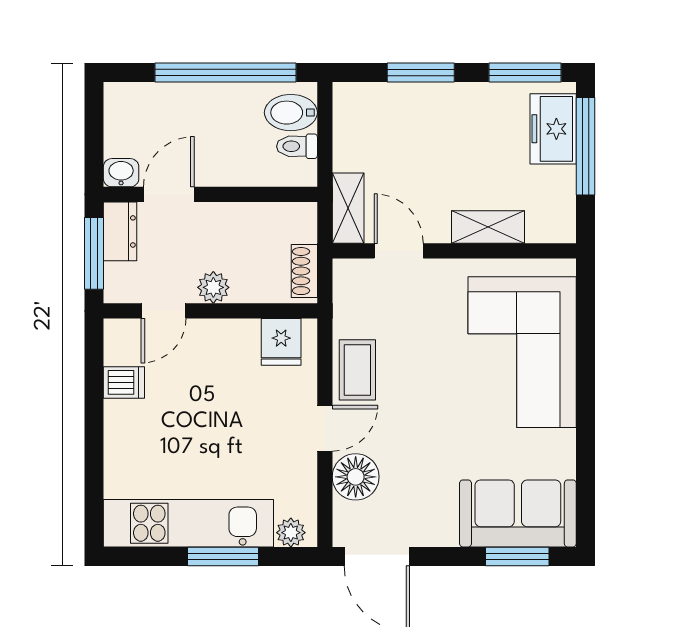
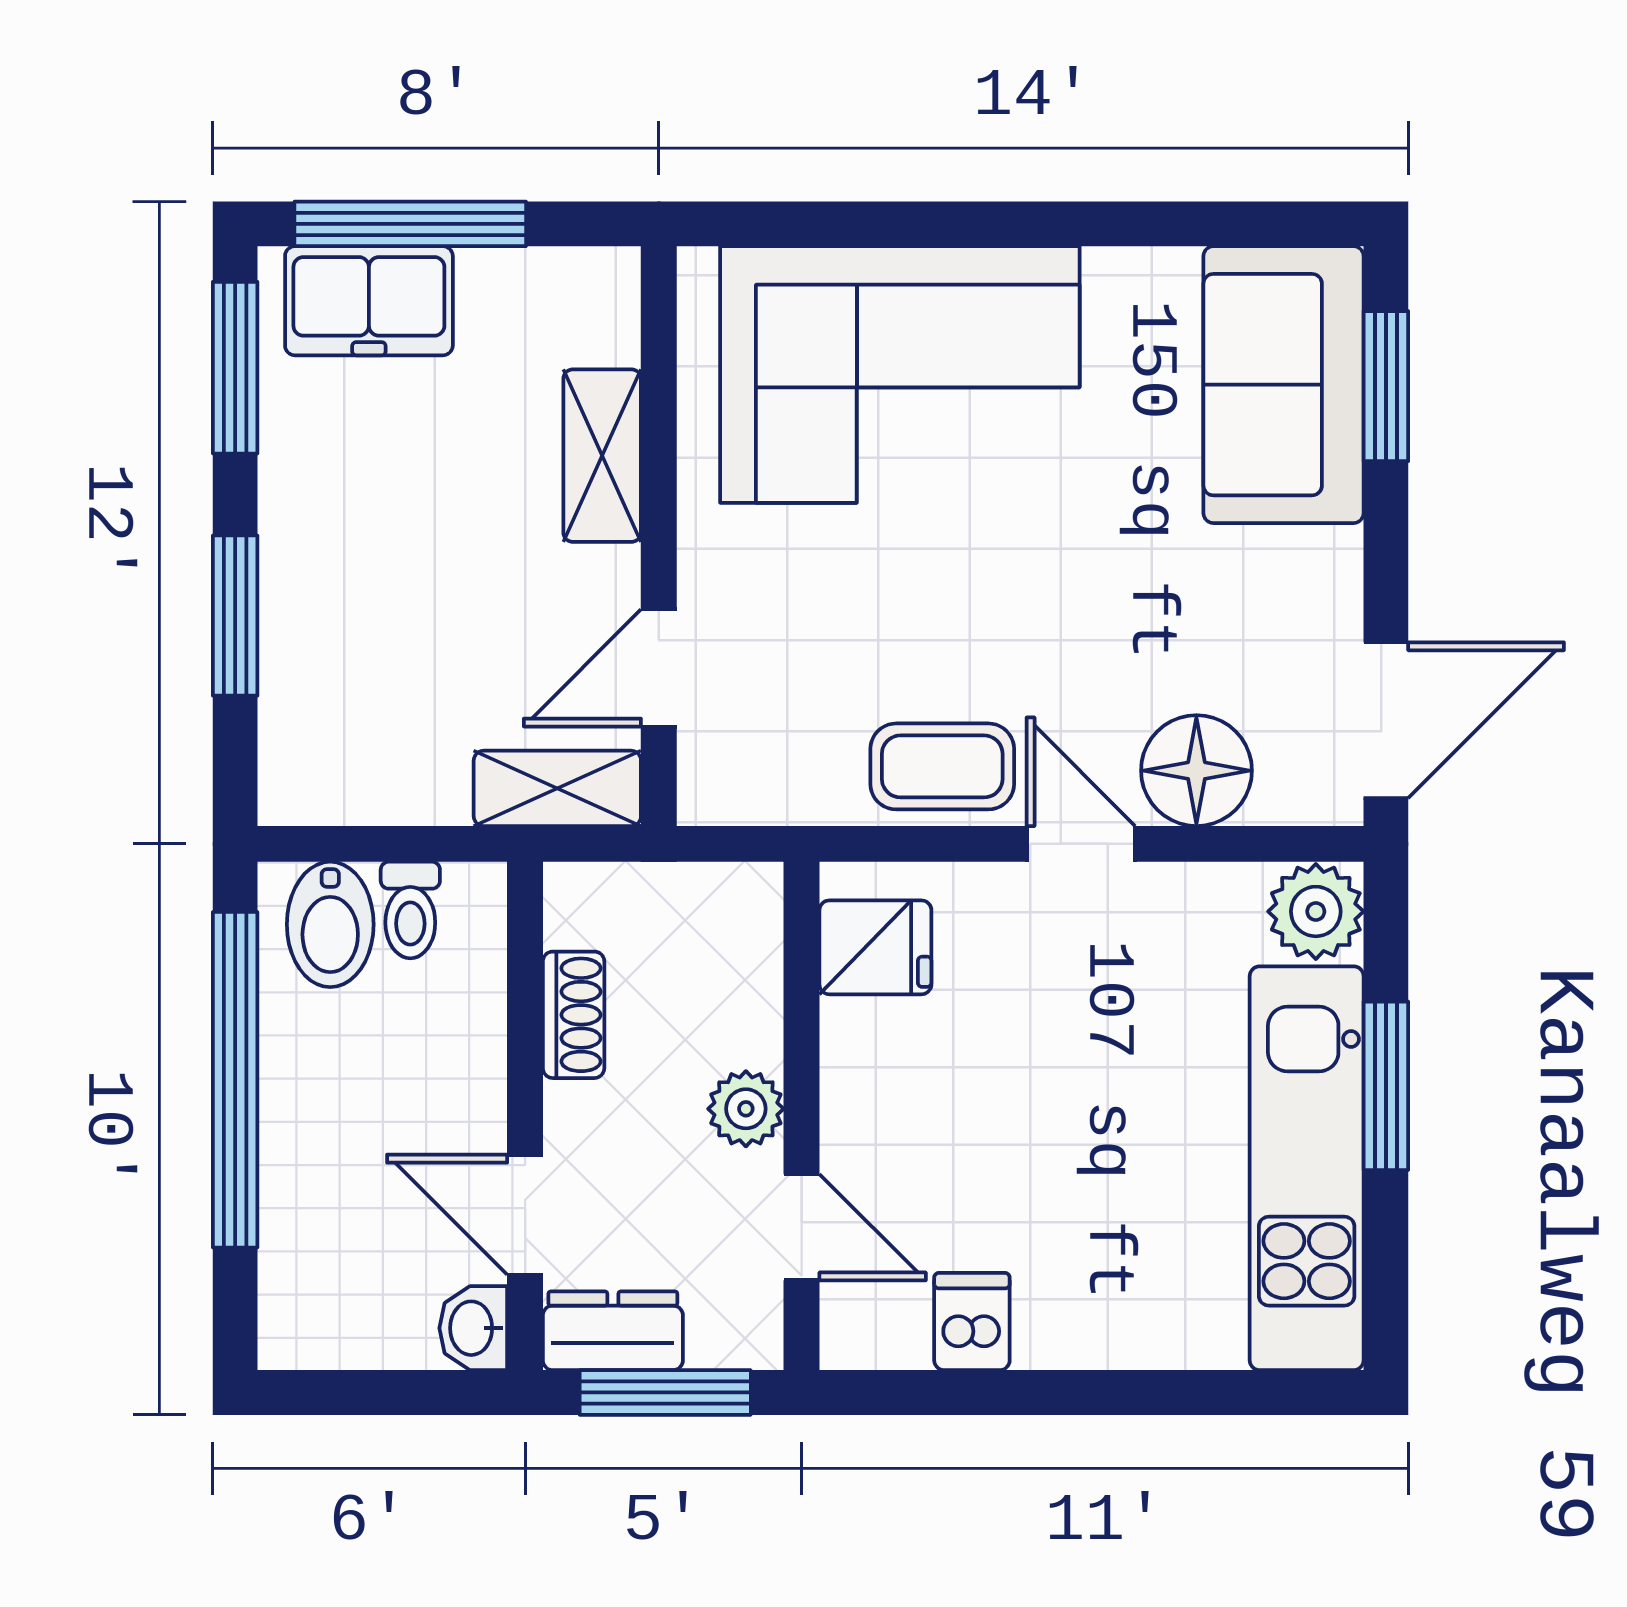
shoe rack: (304, 271) -> (574, 1015), moved, turned -90
plant: (291, 533) -> (1316, 911), width x1.38, depth x1.38

